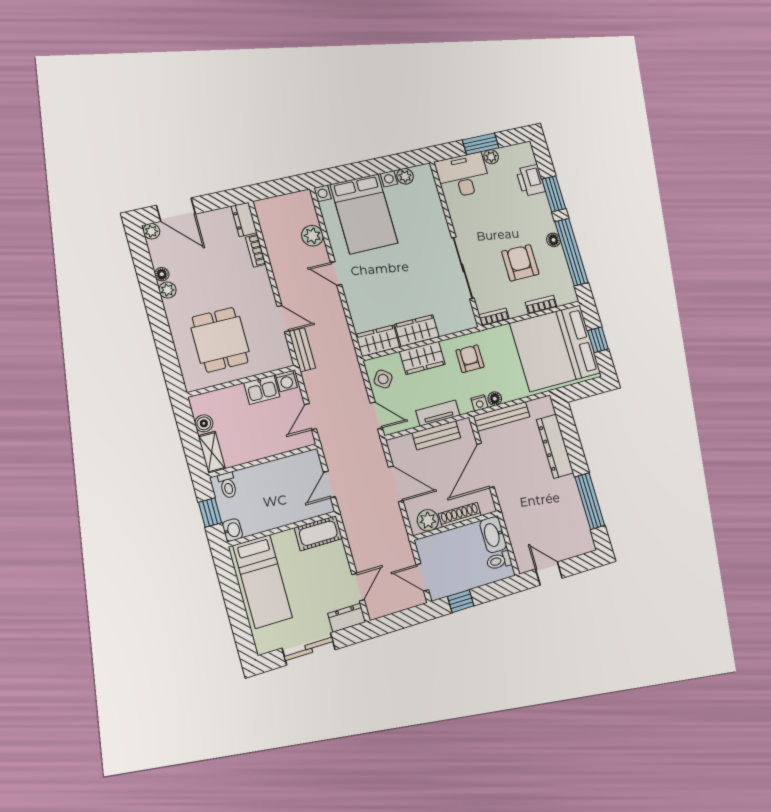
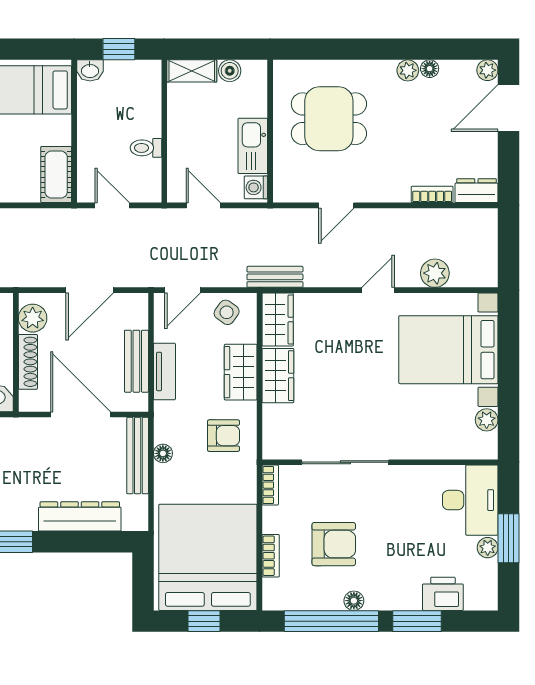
bench: (302, 350) -> (275, 277), moved
kitchen sink: (262, 390) -> (253, 146), width x1.38
nightstand: (479, 403) -> (163, 431), removed
toilet: (228, 485) -> (146, 148), moved

